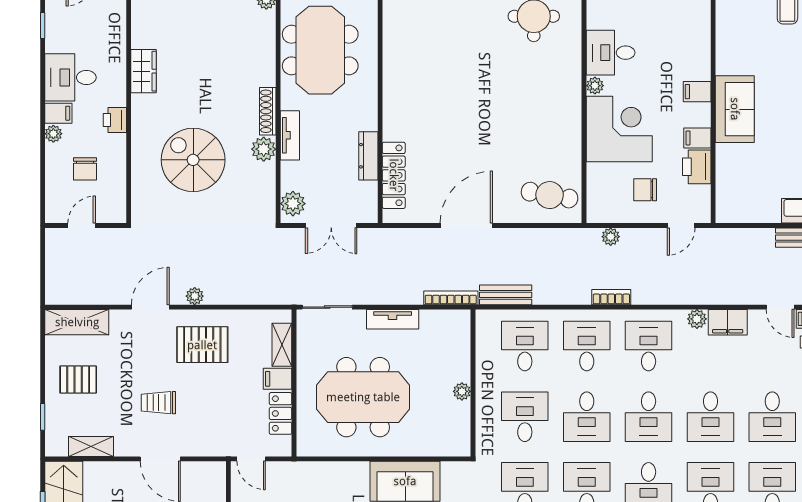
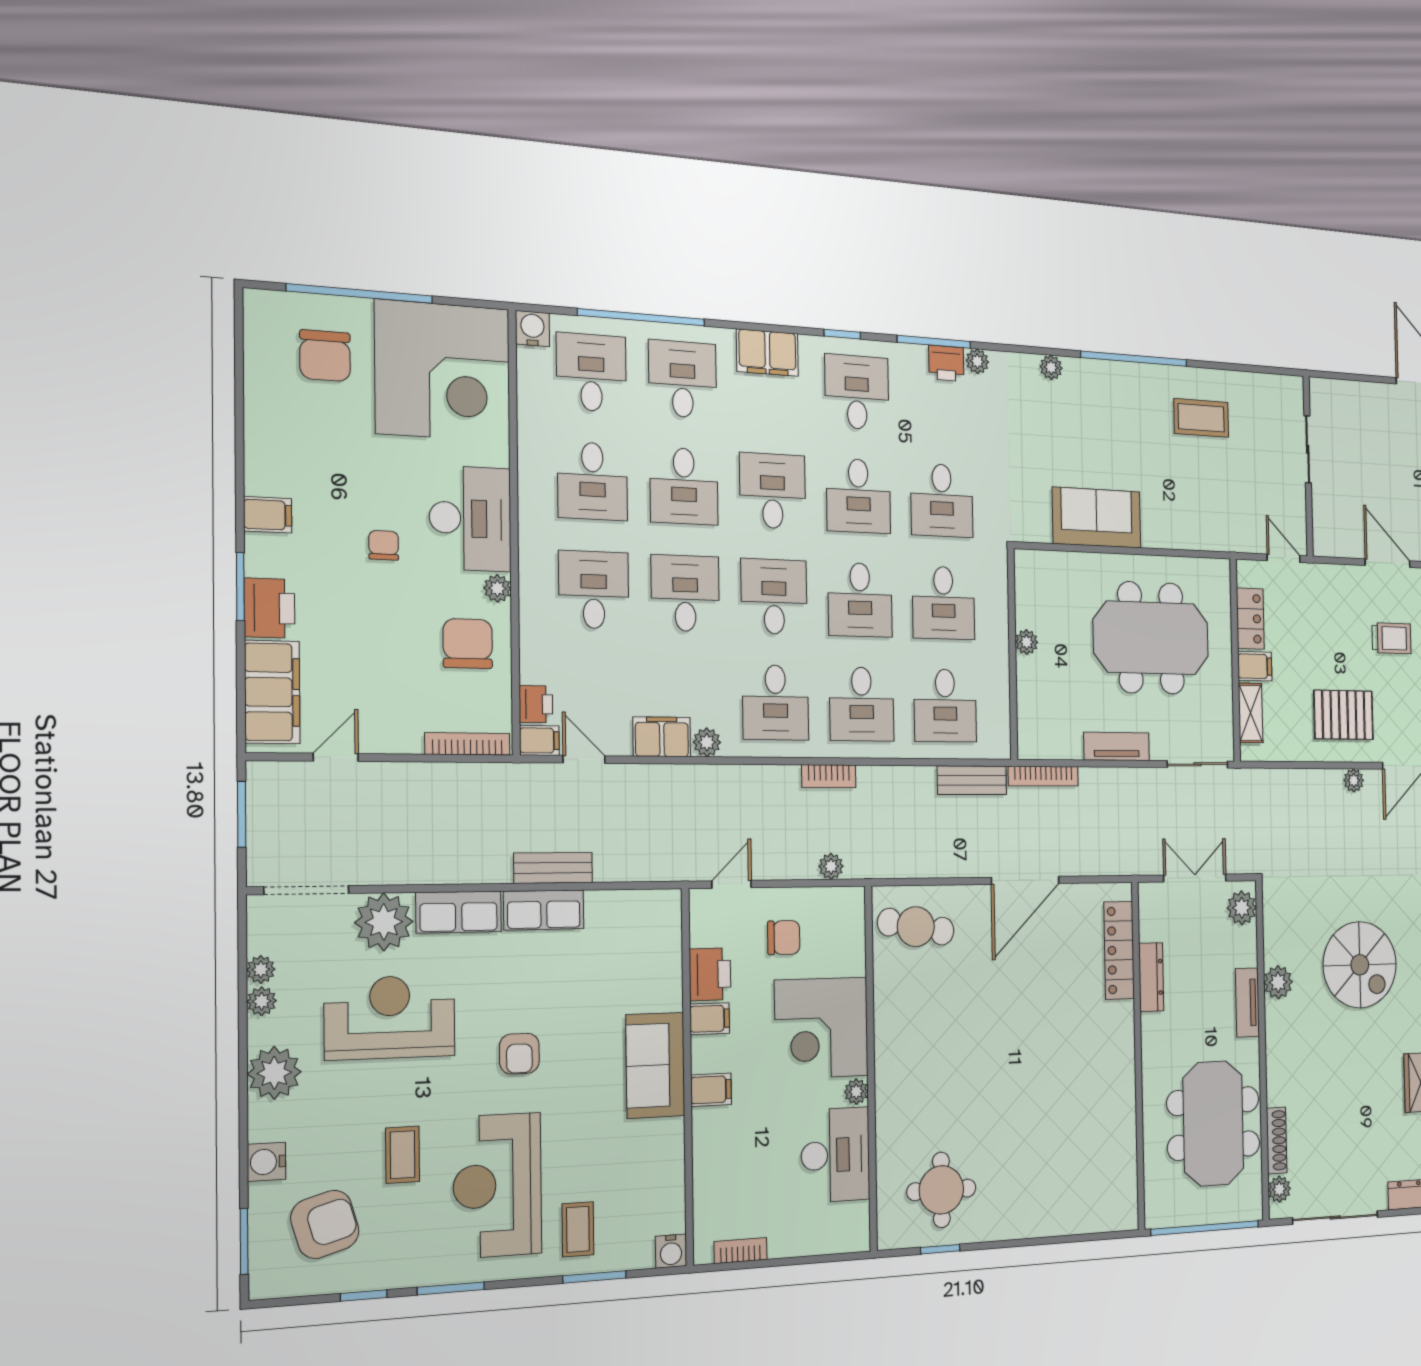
desk: (611, 53) -> (835, 1155), width x1.37
shoe rack: (268, 111) -> (1277, 1140), moved
desk: (587, 417) -> (860, 600), turned 180

